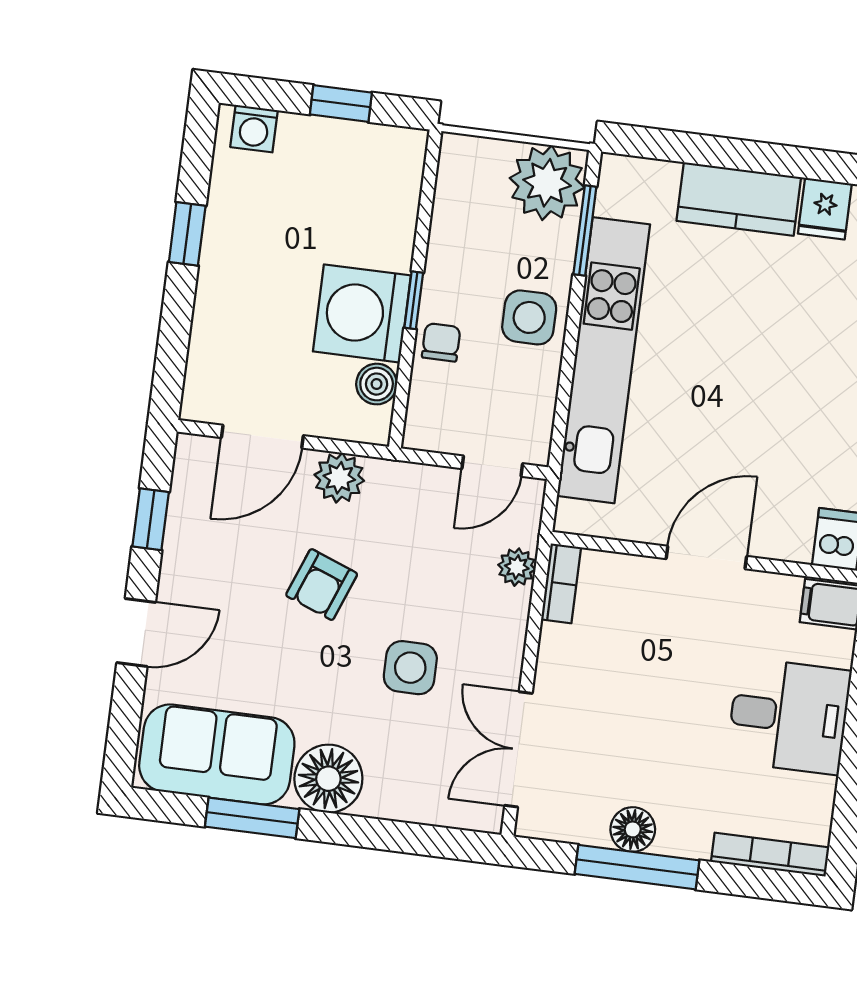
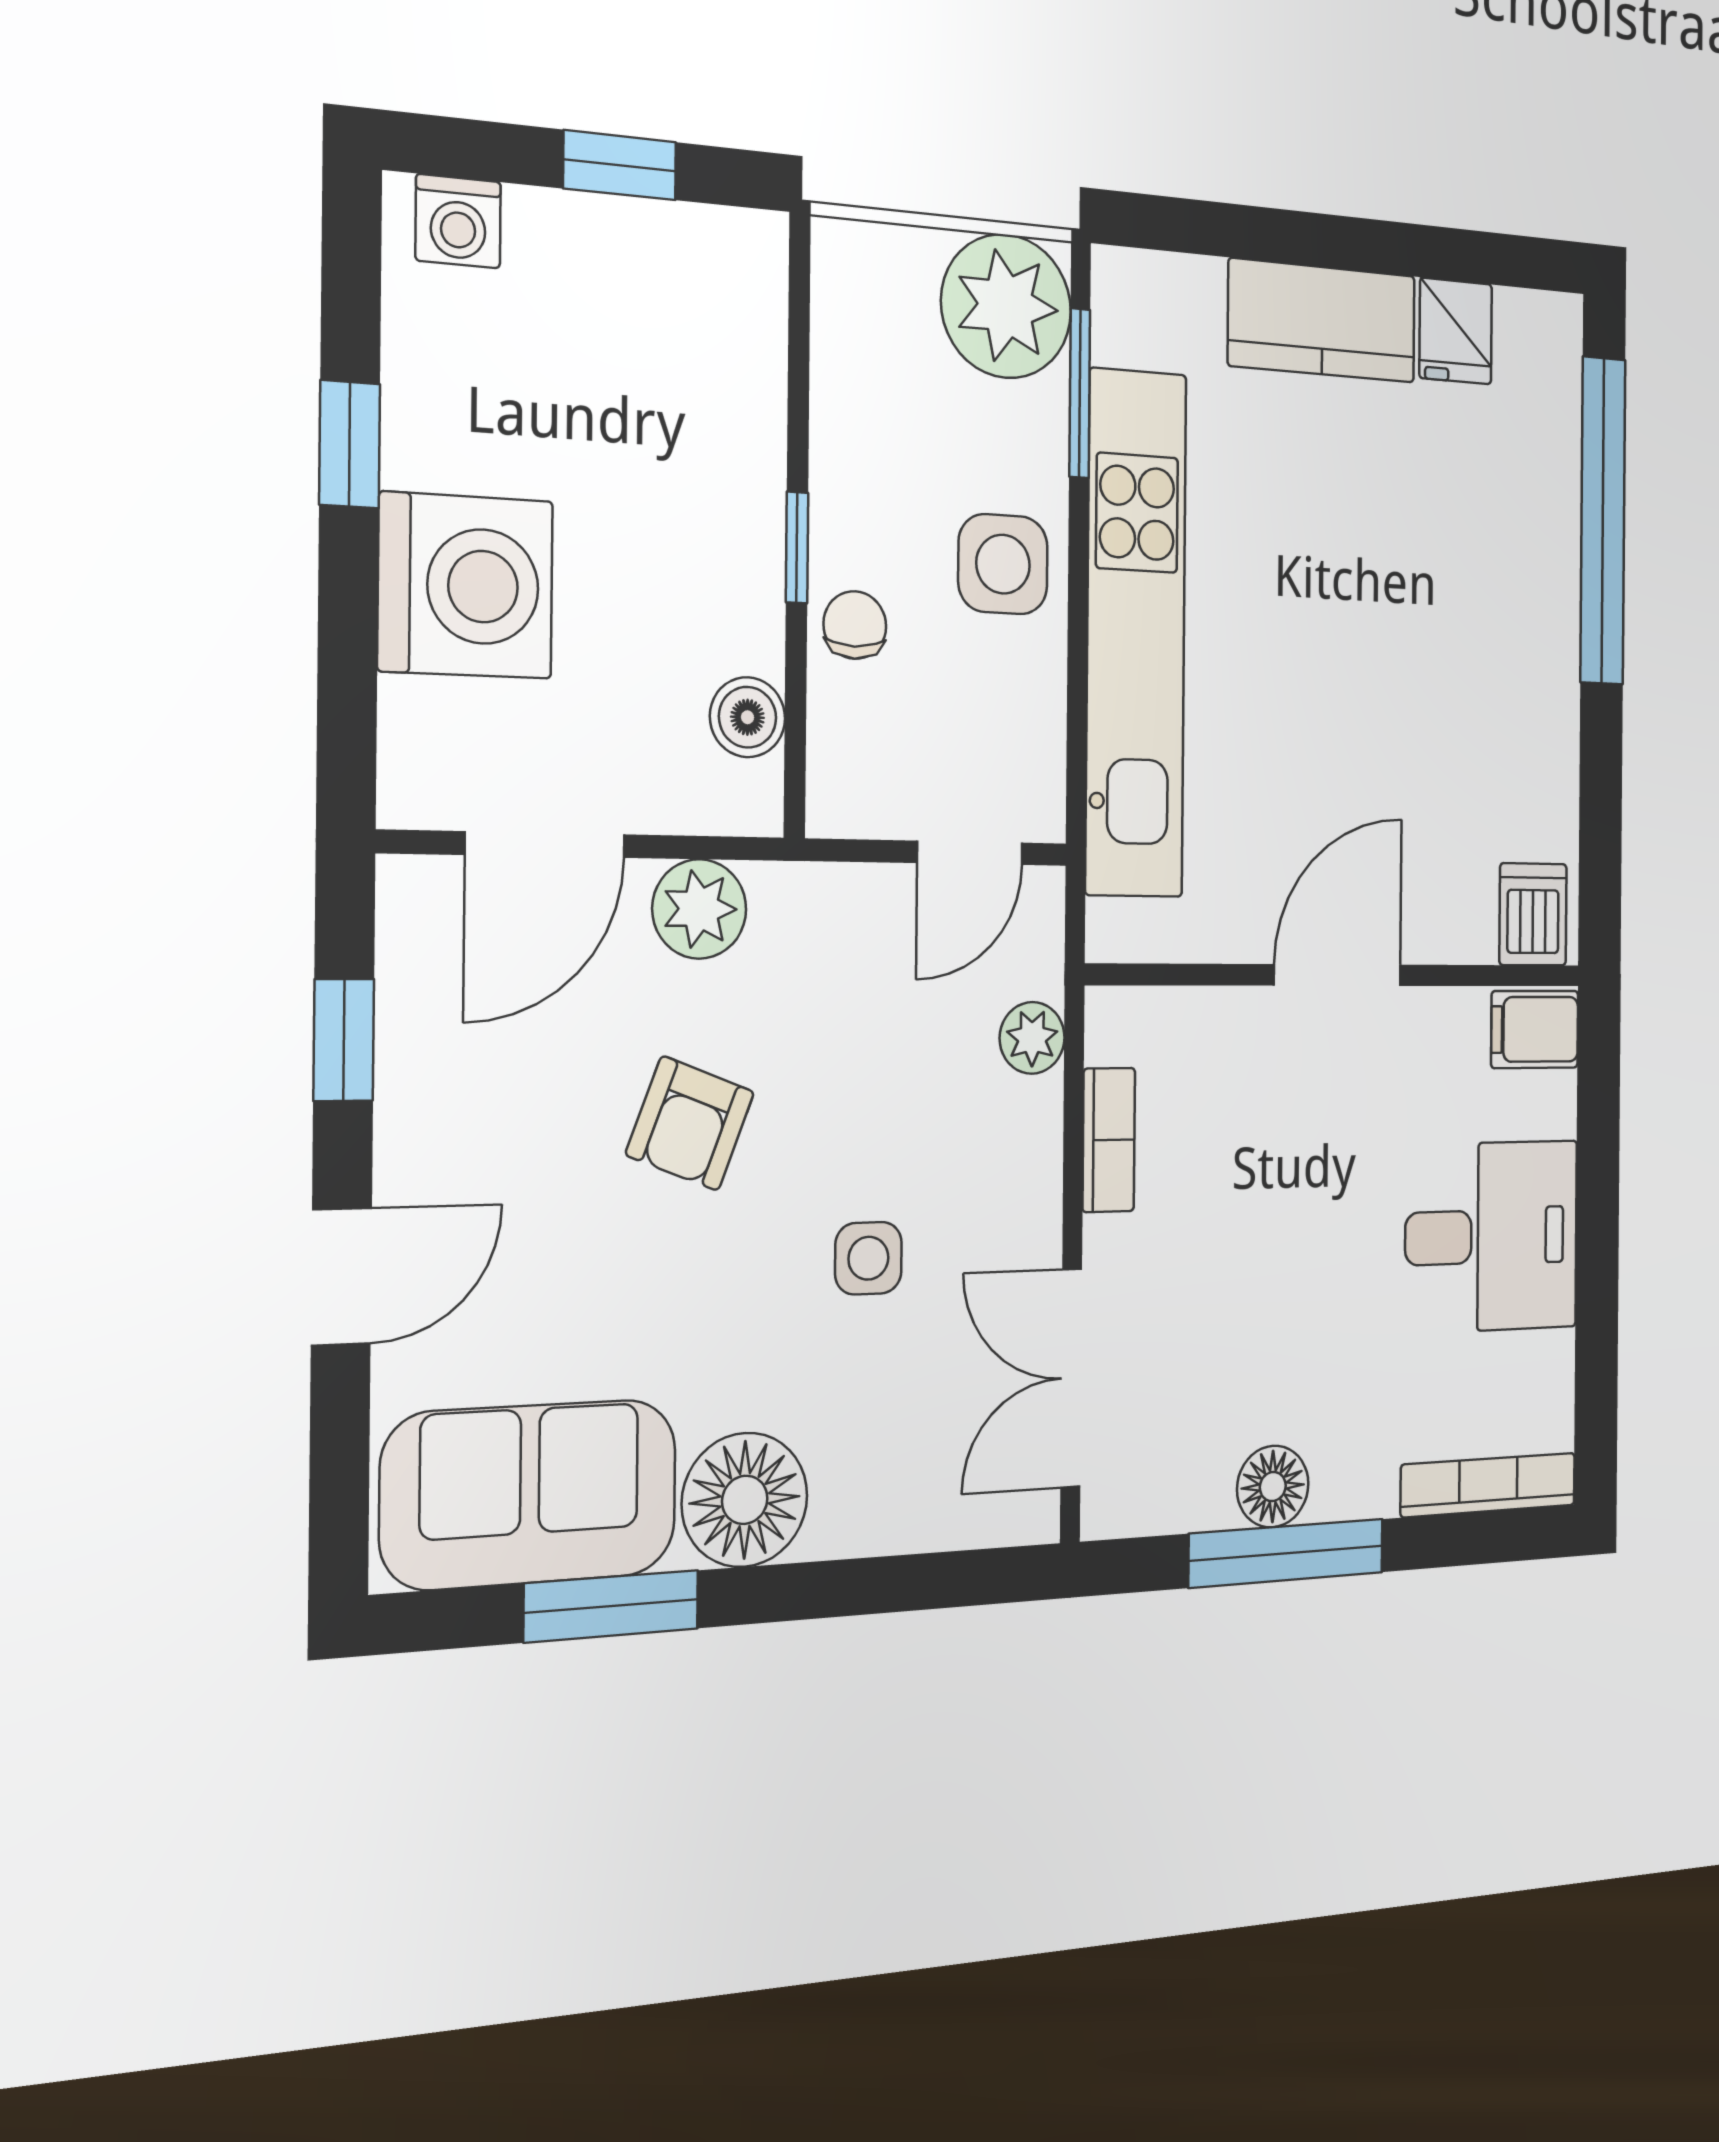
washing machine: (362, 313) -> (466, 586), moved, turned 180
bookcase: (561, 583) -> (1109, 1140), moved
side table: (410, 668) -> (868, 1258), width x0.73, depth x0.73

